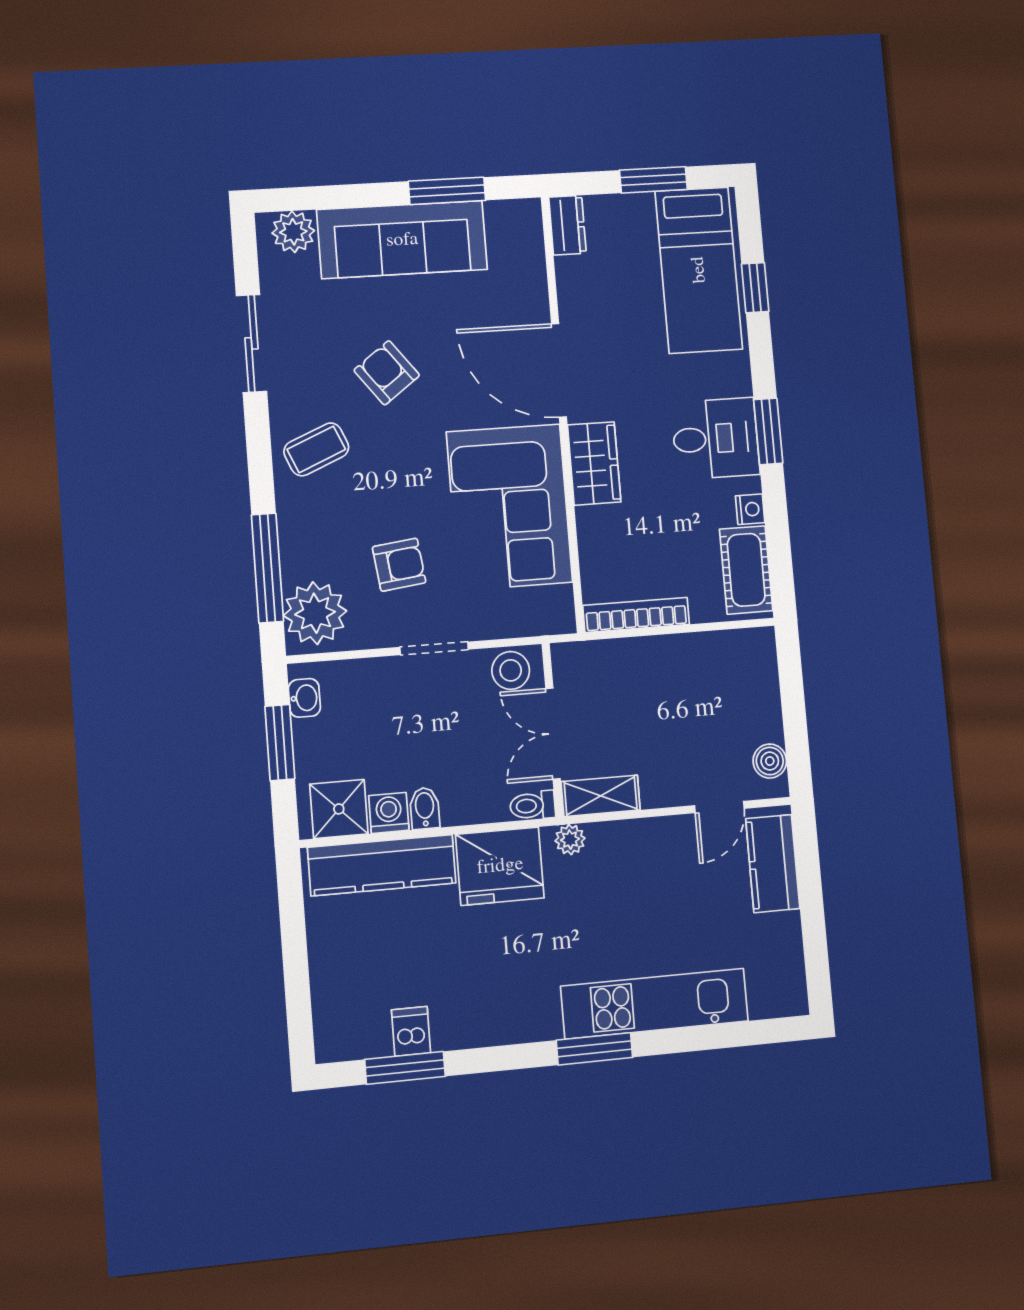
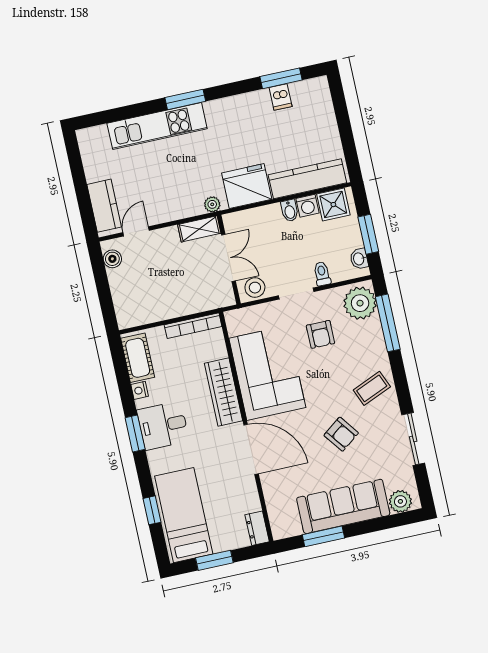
wardrobe: (594, 463) -> (224, 392), width x1.50
armchair: (399, 565) -> (320, 334), turned -83
toilet: (533, 806) -> (322, 274), moved, turned -90

